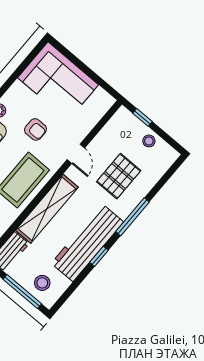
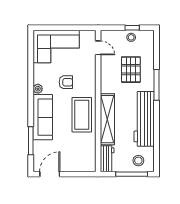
window: (142, 117) -> (132, 28), moved
door: (76, 154) -> (98, 48), moved
window: (99, 256) -> (157, 121), removed

